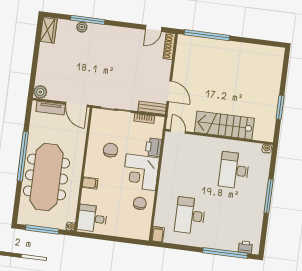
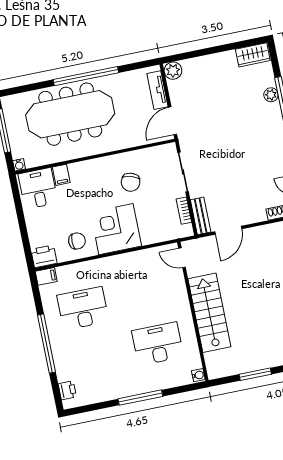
door: (178, 132) -> (182, 258), swing flipped
printer: (154, 147) -> (44, 256), moved
chair: (111, 150) -> (131, 182), turned 107
filing cabinet: (90, 183) -> (61, 175), moved
window: (225, 253) -> (47, 344), moved

